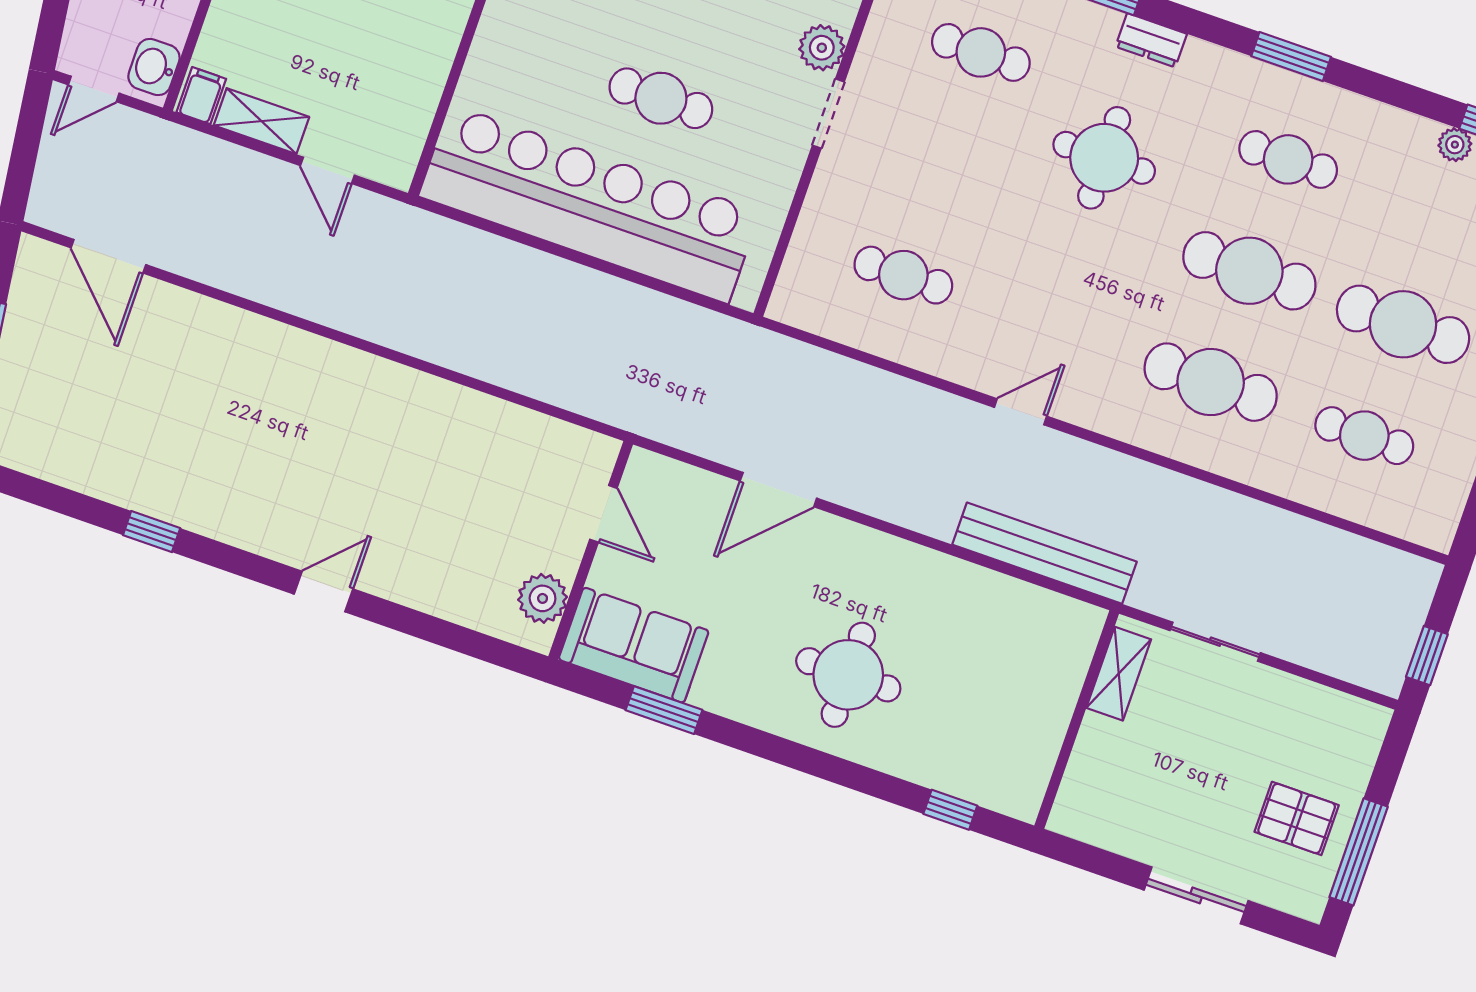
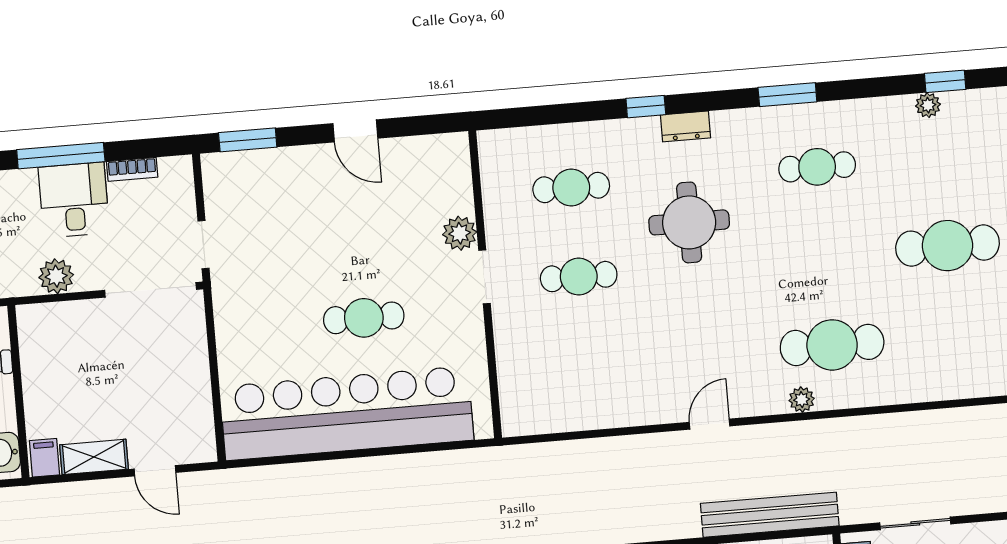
cafe table: (1249, 271) -> (825, 256), removed
cafe table: (903, 275) -> (579, 277), moved
plant: (1145, 432) -> (802, 400), added
cafe table: (1364, 436) -> (955, 335), removed

